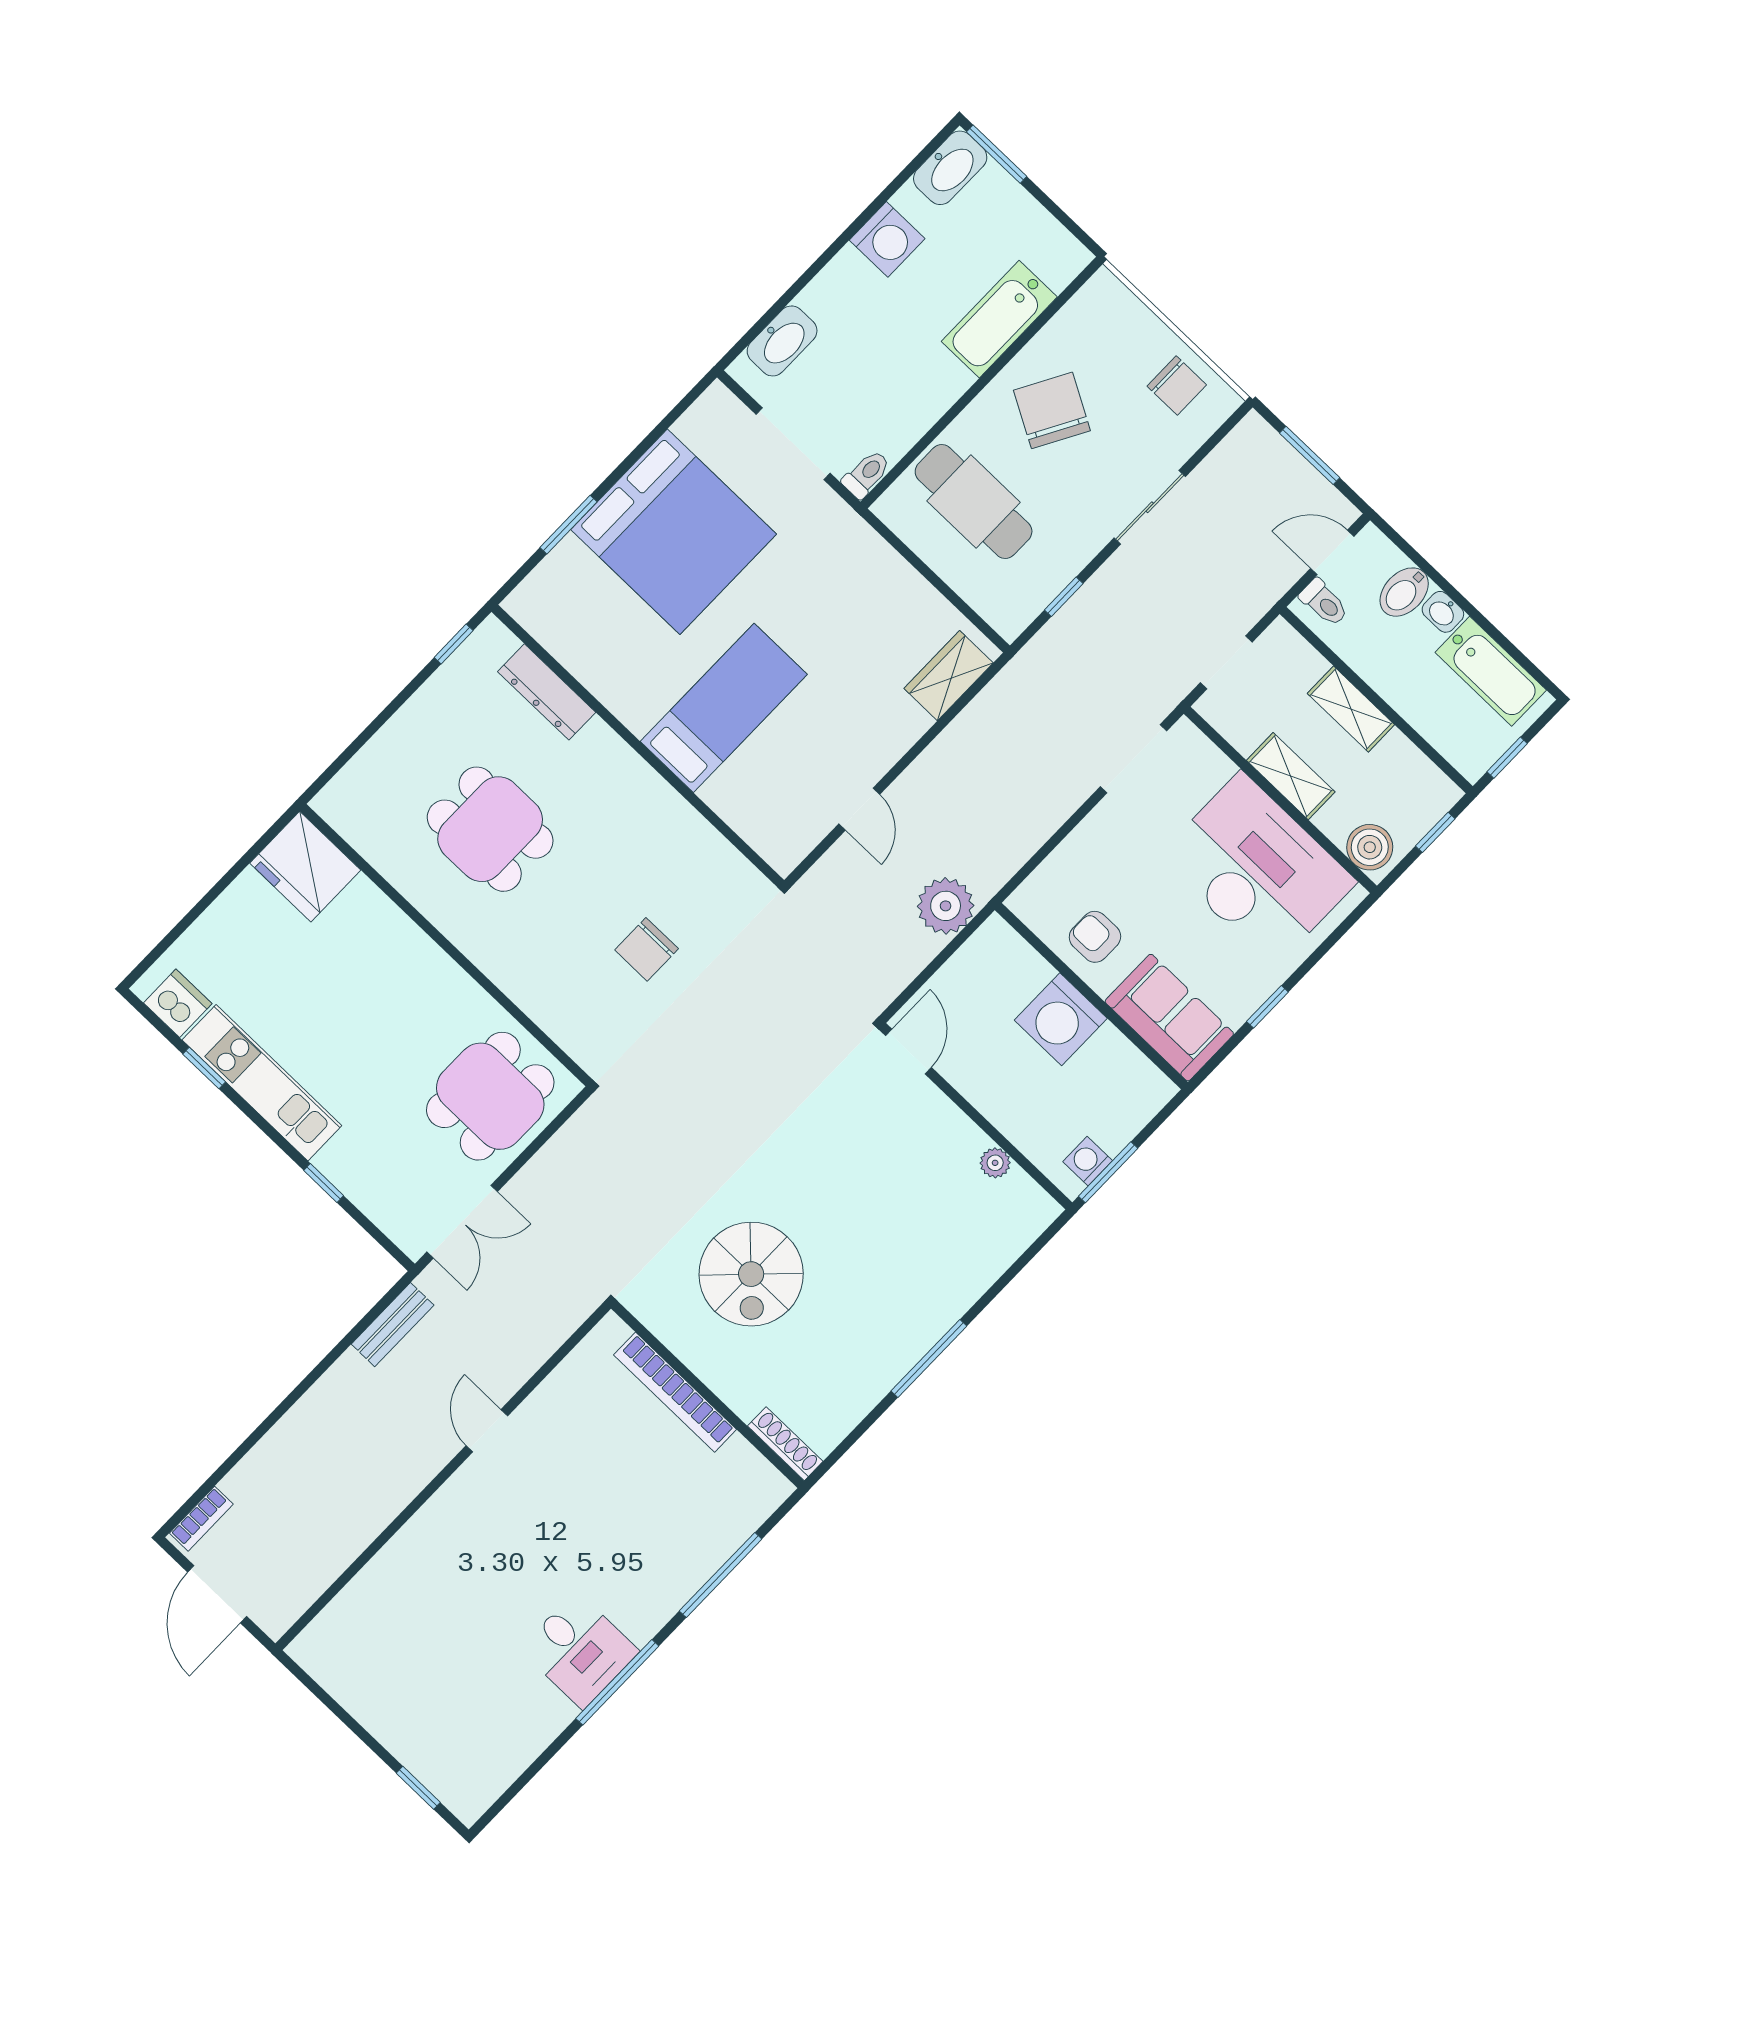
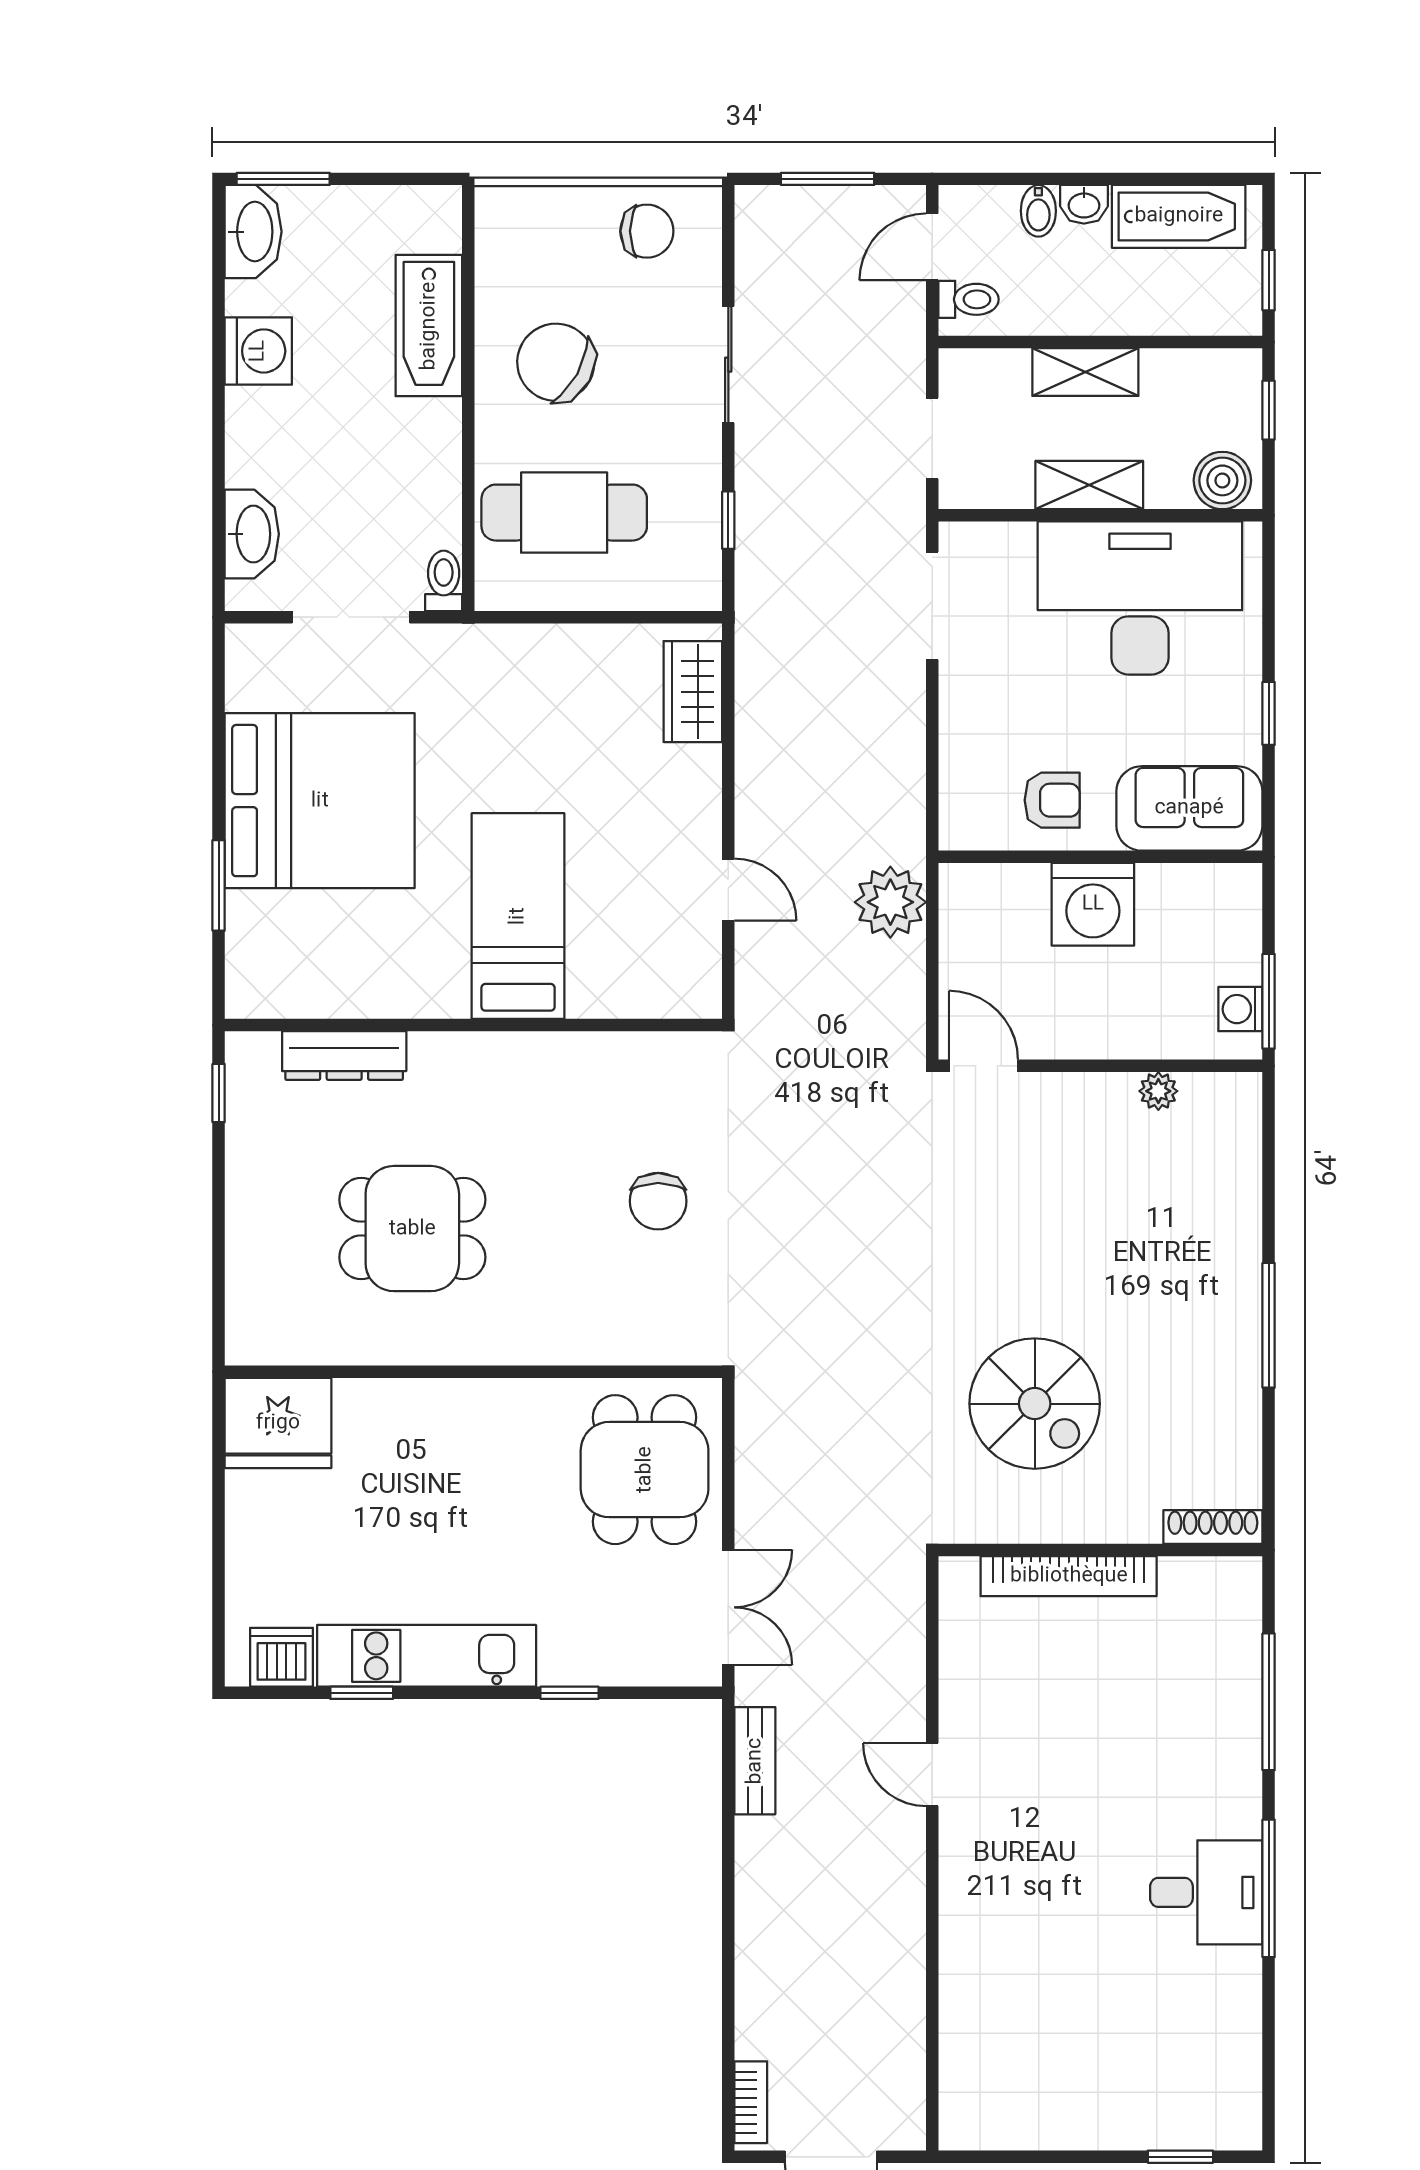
bidet: (1404, 592) -> (1038, 211), width x0.72, depth x0.74
armchair: (1095, 937) -> (1052, 800), turned 180

